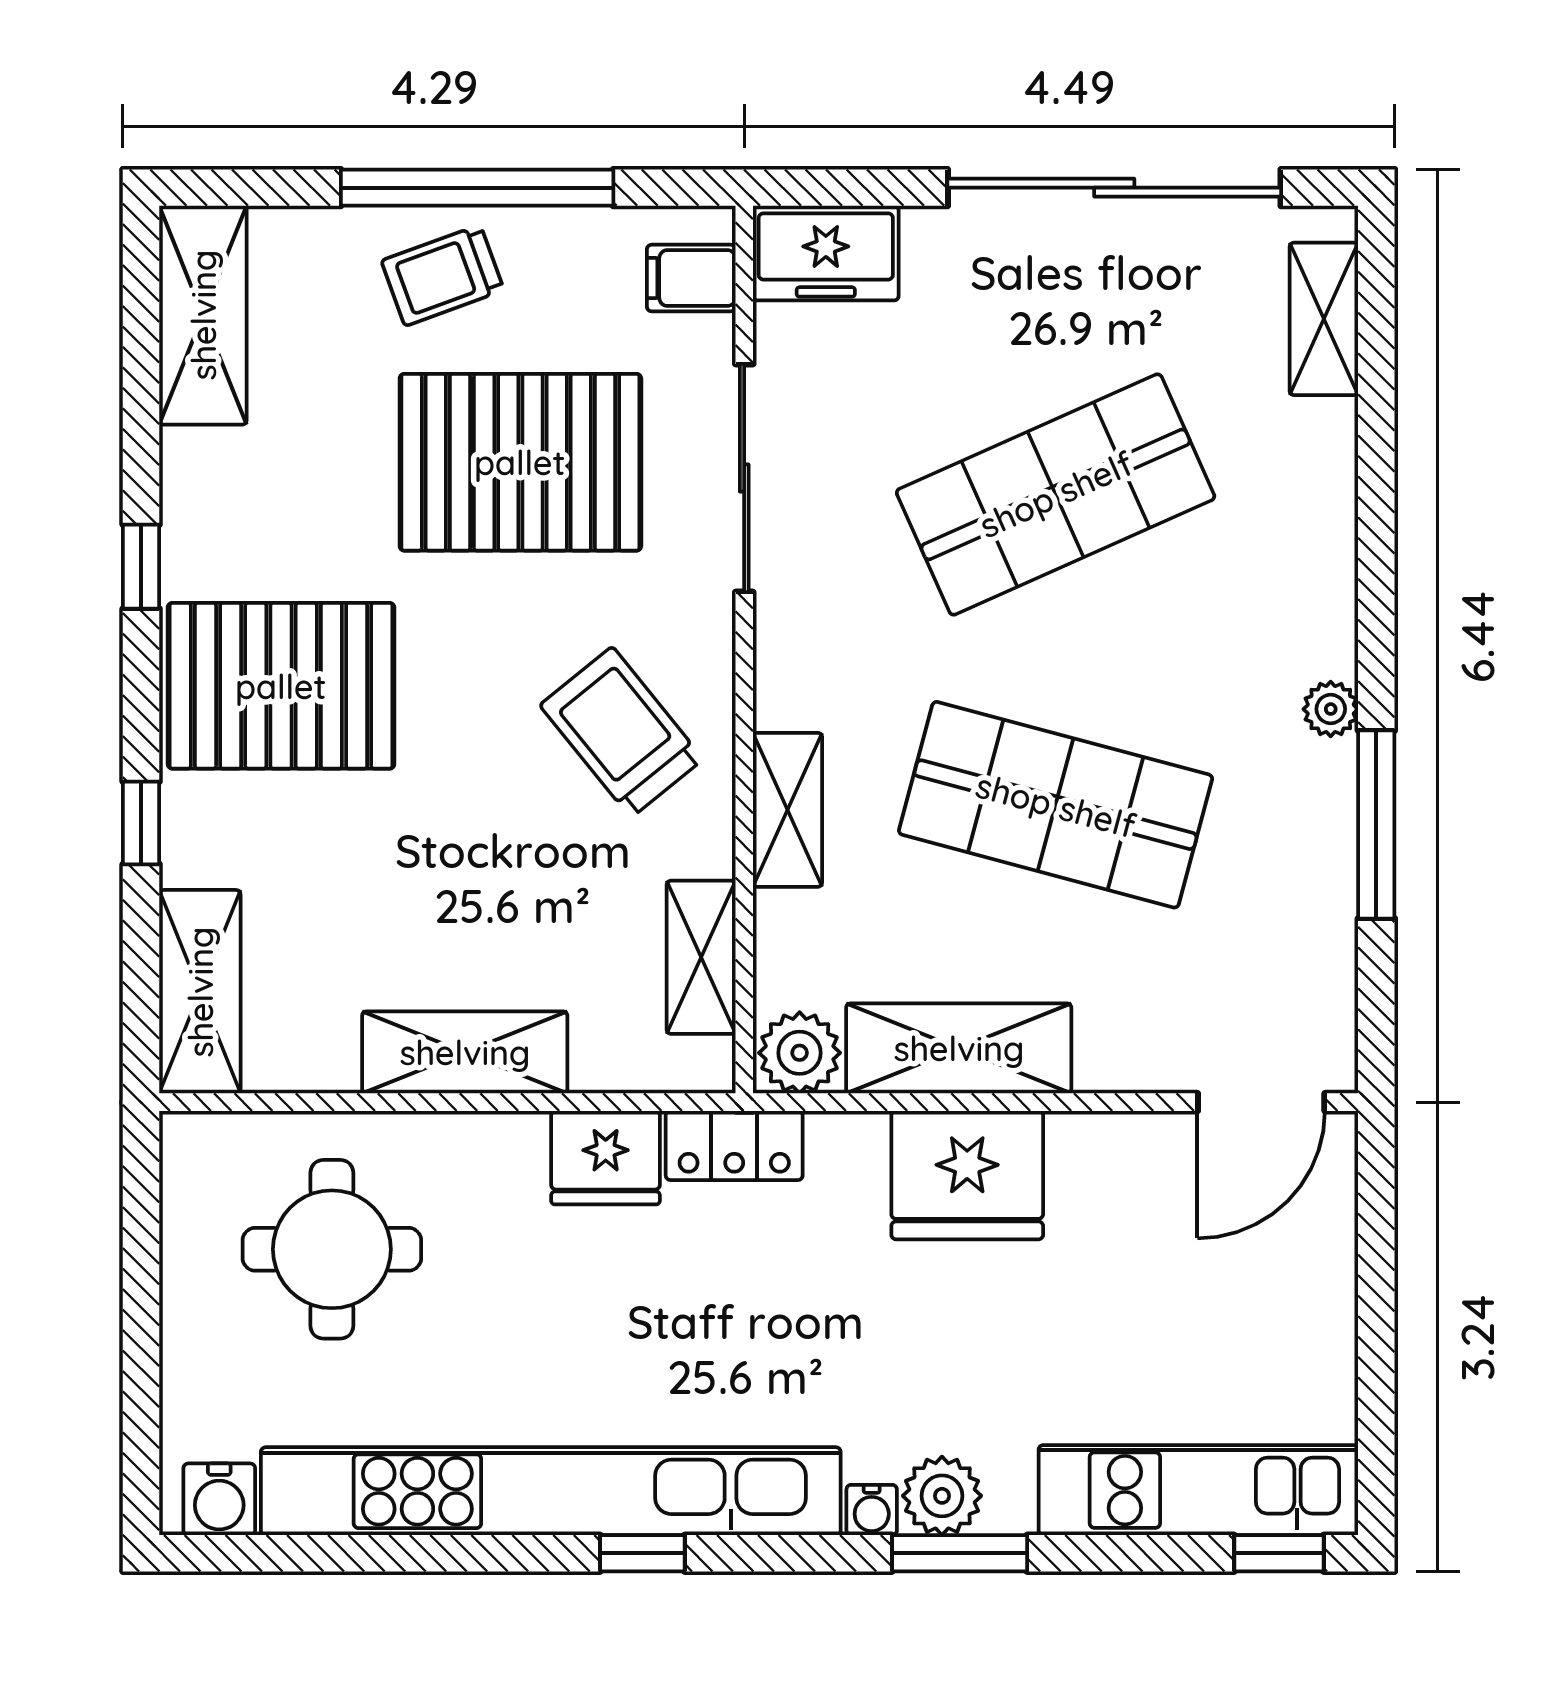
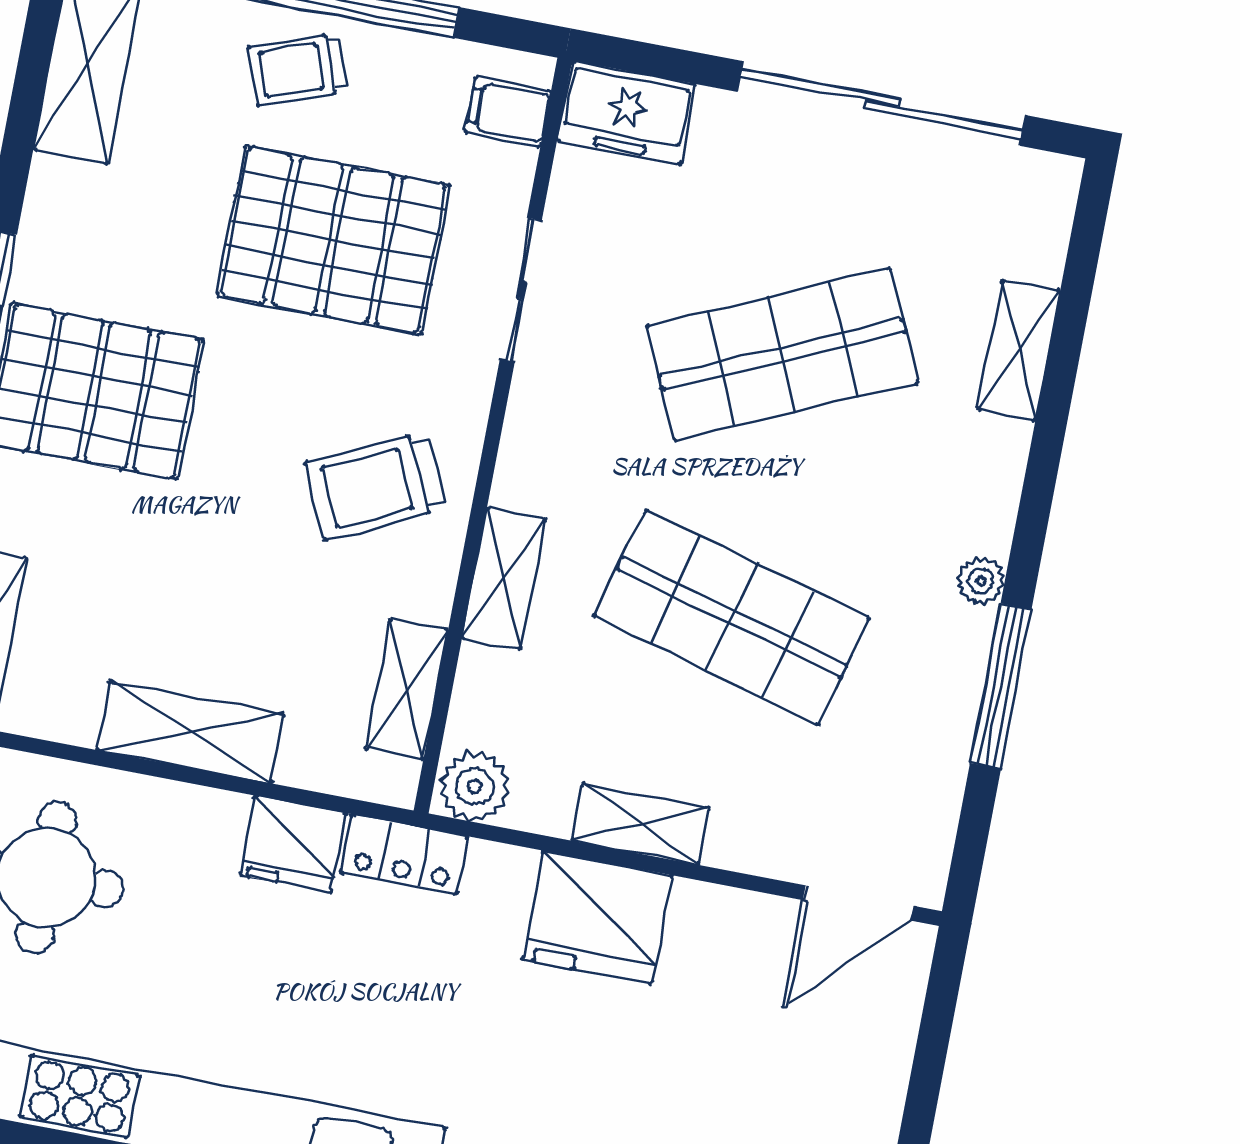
shelving: (1324, 319) -> (1019, 350), moved
sliding door: (744, 478) -> (521, 290), width x0.73
trolley: (622, 732) -> (376, 486), turned -76
shelving: (959, 1048) -> (640, 824), width x0.67, depth x0.75

